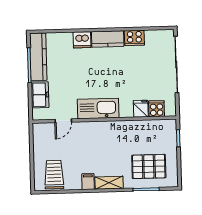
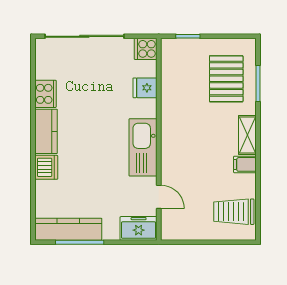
freezer: (40, 95) -> (139, 228), moved
cooker: (157, 109) -> (146, 49), moved

